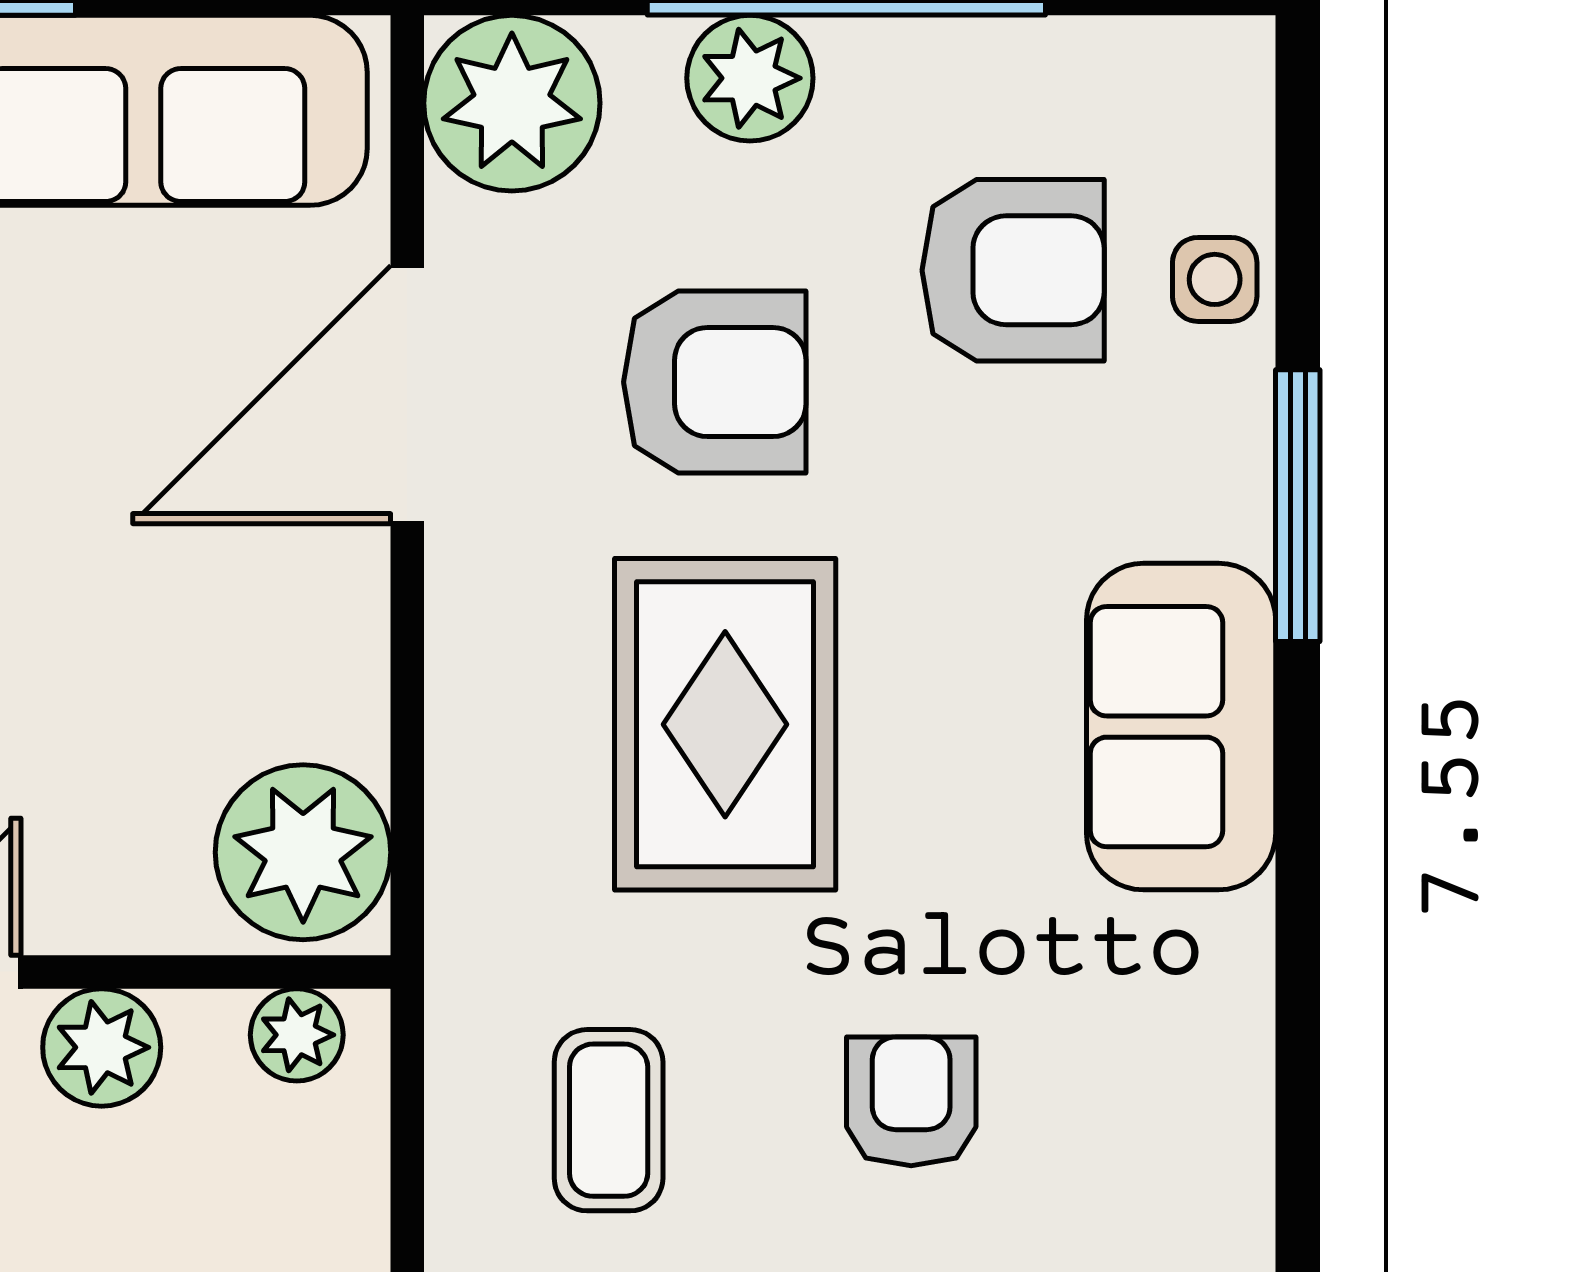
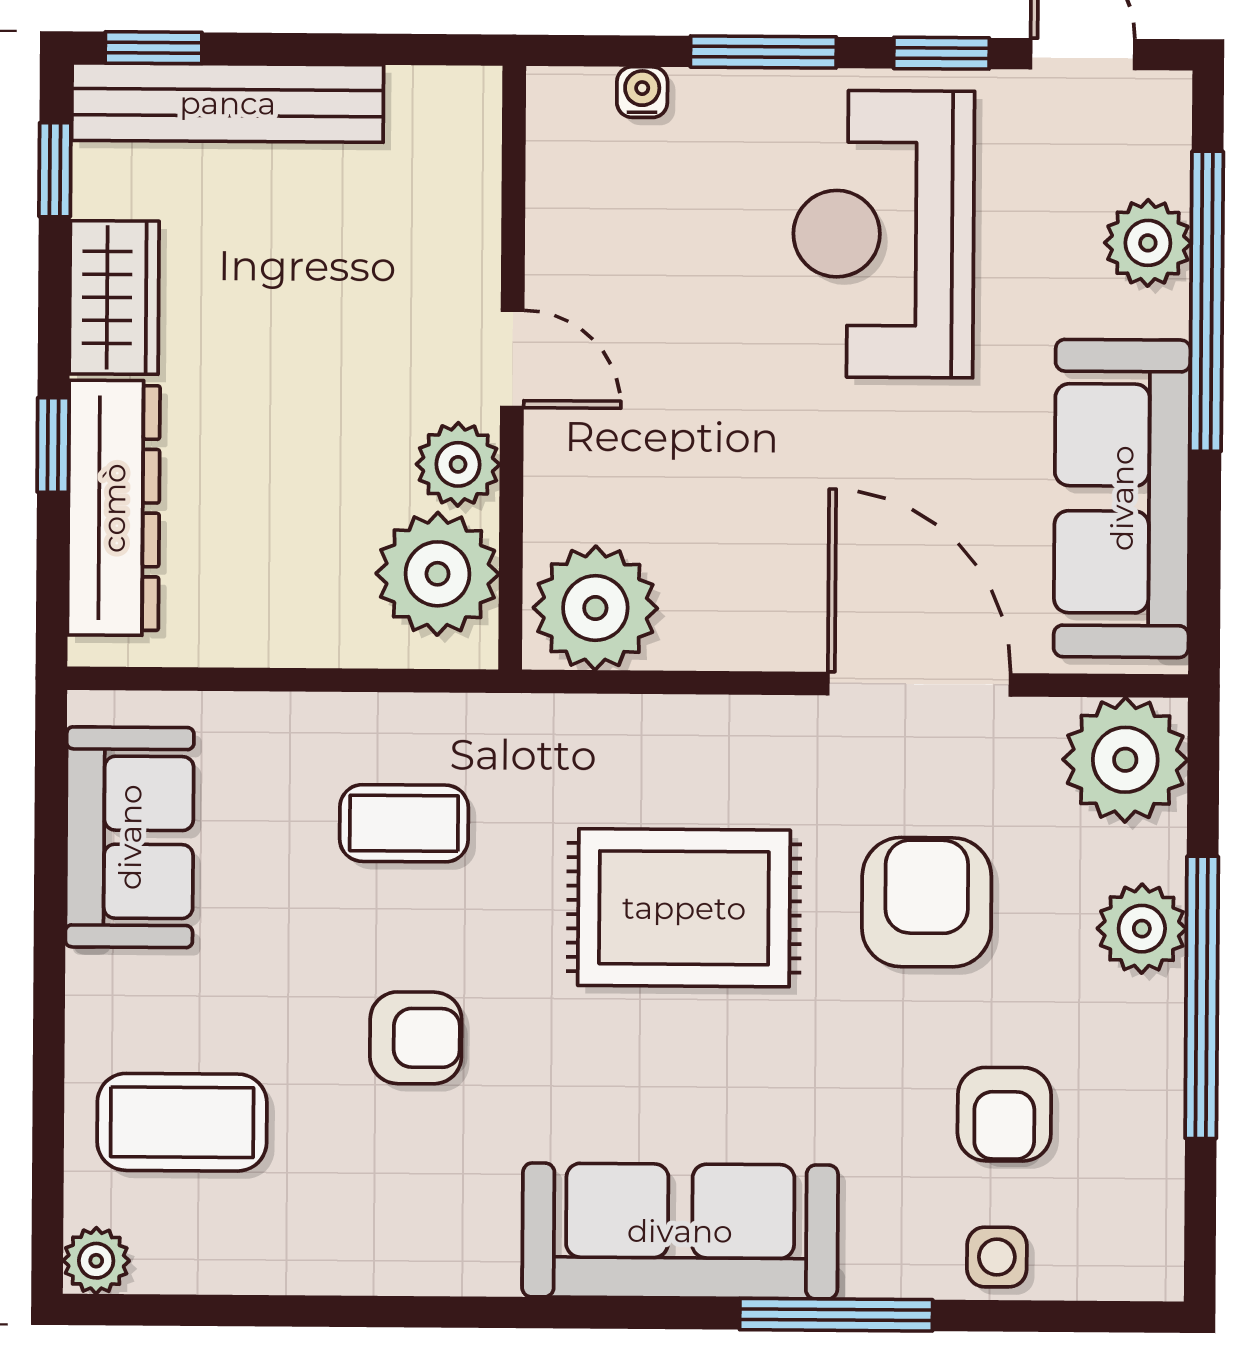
armchair: (1013, 270) -> (1004, 1114), width x0.72, depth x0.72
armchair: (715, 382) -> (927, 902), turned 180
sofa: (1181, 727) -> (680, 1231), width x1.36
plant: (297, 1035) -> (438, 574), width x1.88, depth x1.88

